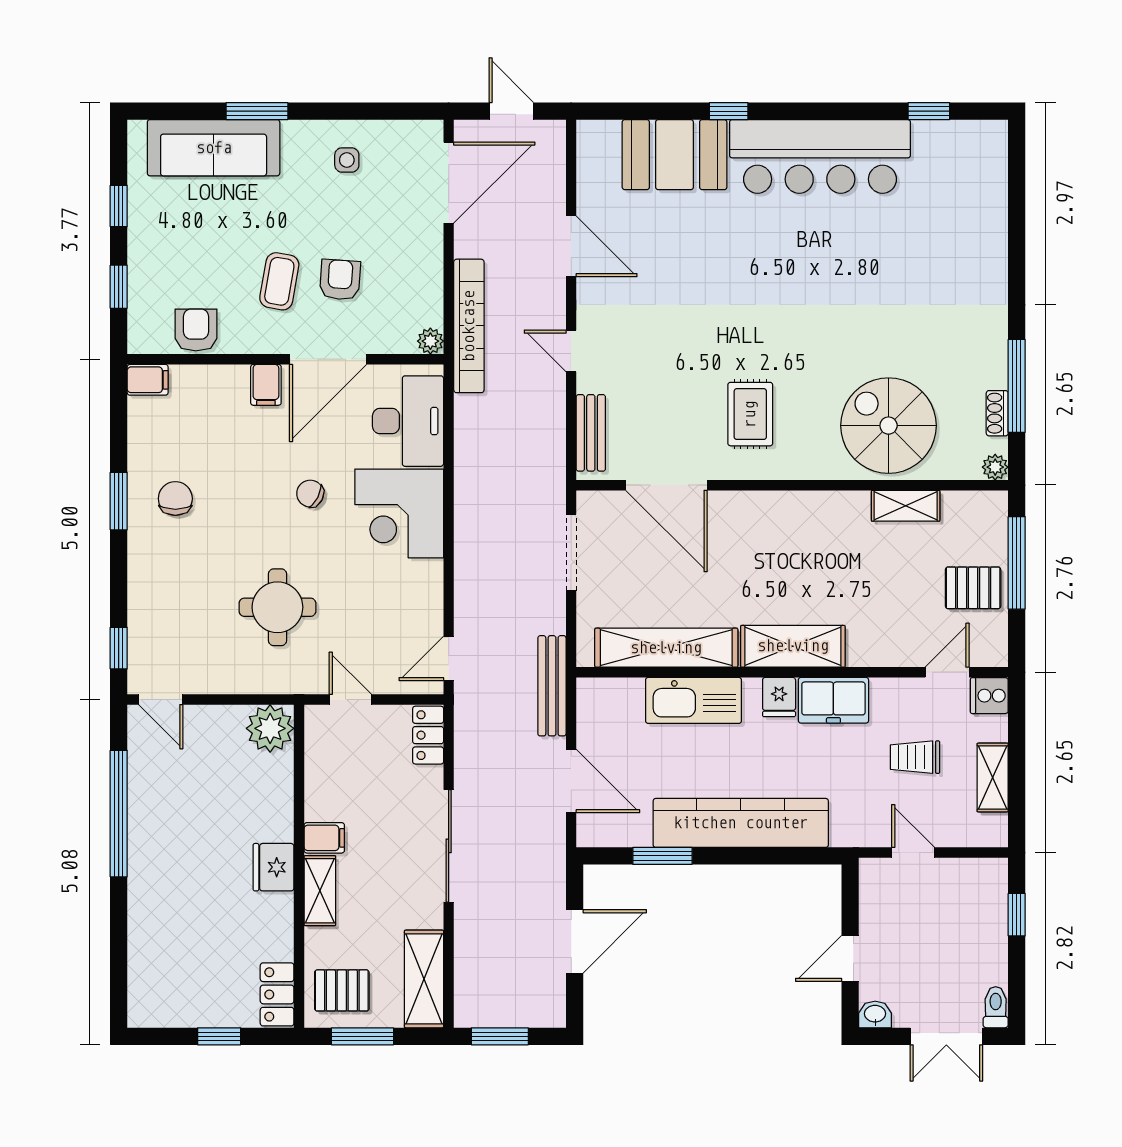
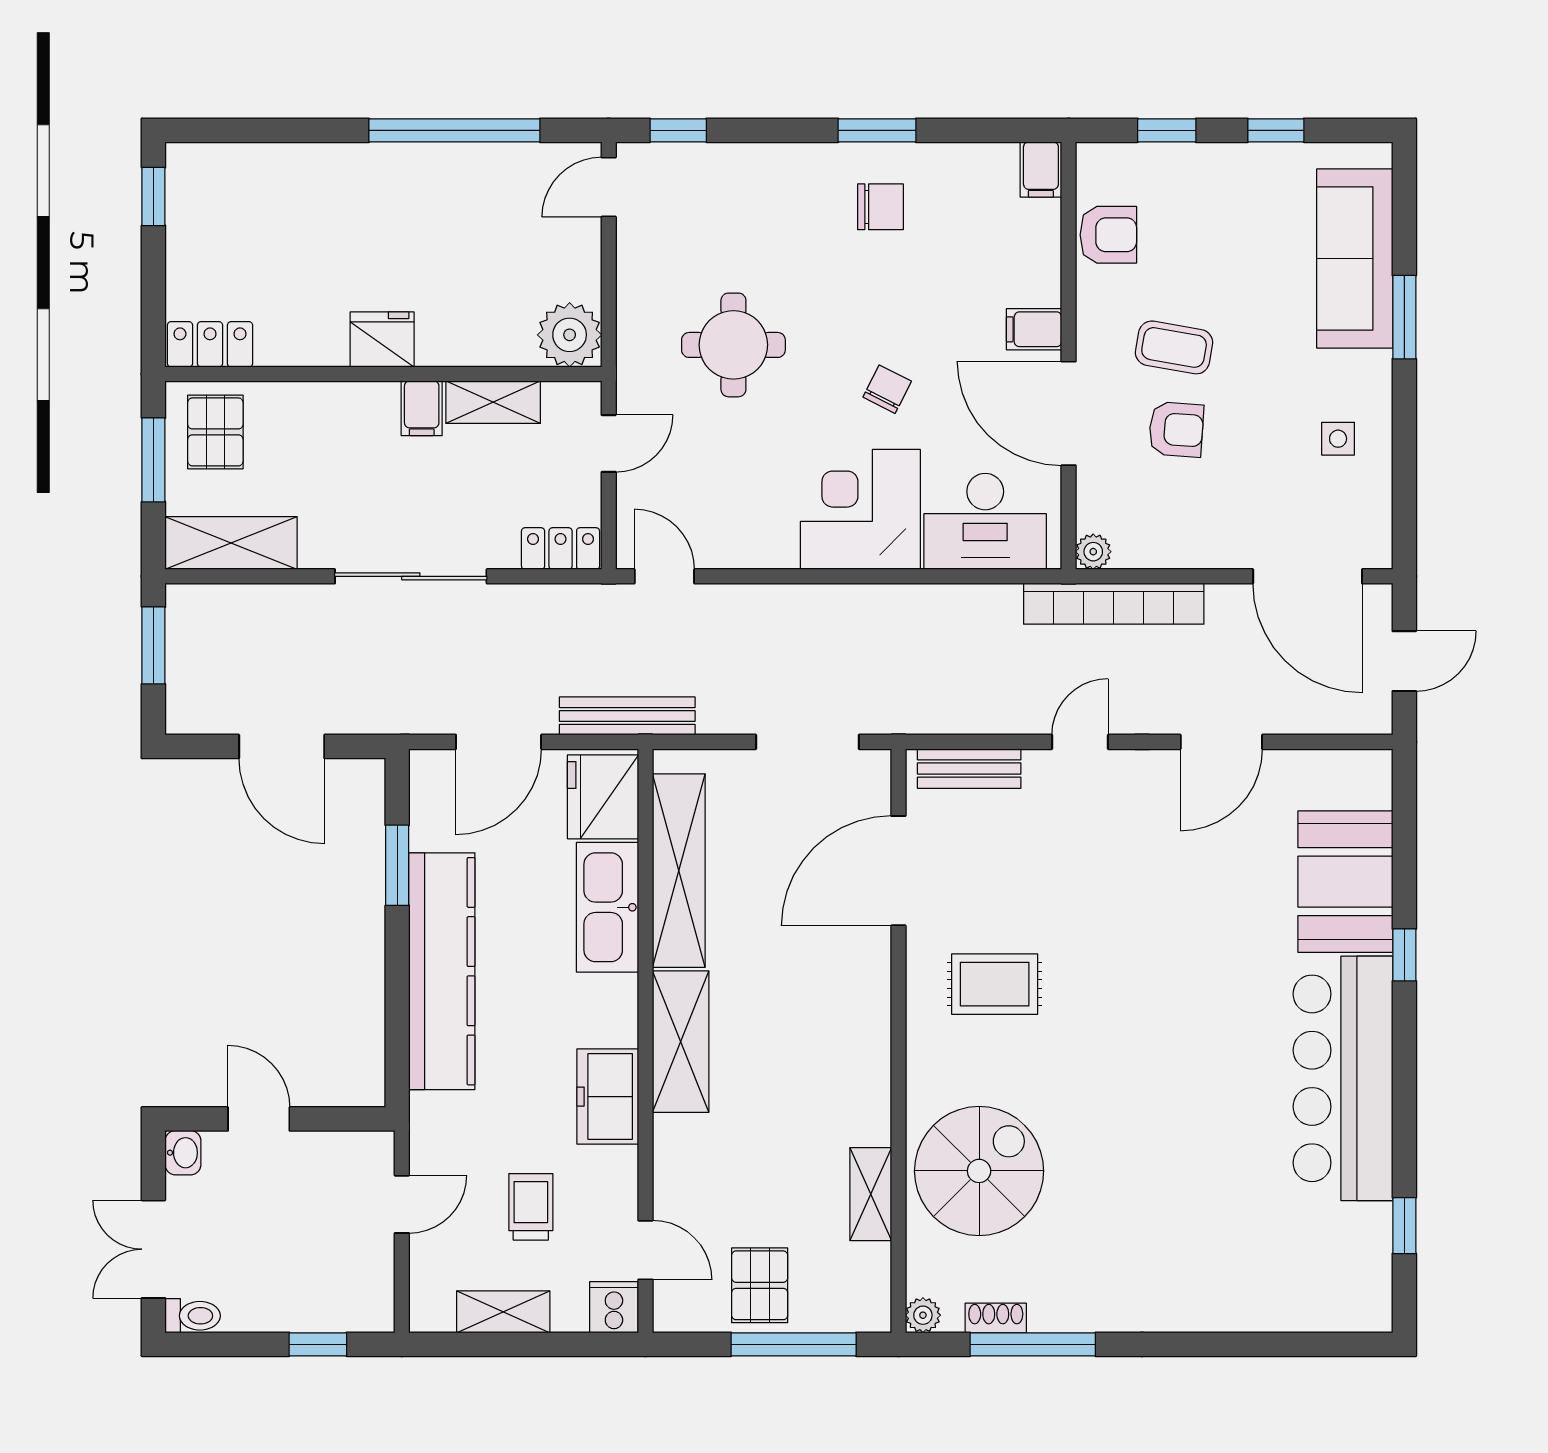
fridge: (779, 697) -> (603, 797), moved, width x1.88, depth x1.34
shelving: (320, 891) -> (493, 402), moved
window: (219, 1036) -> (153, 197), moved

